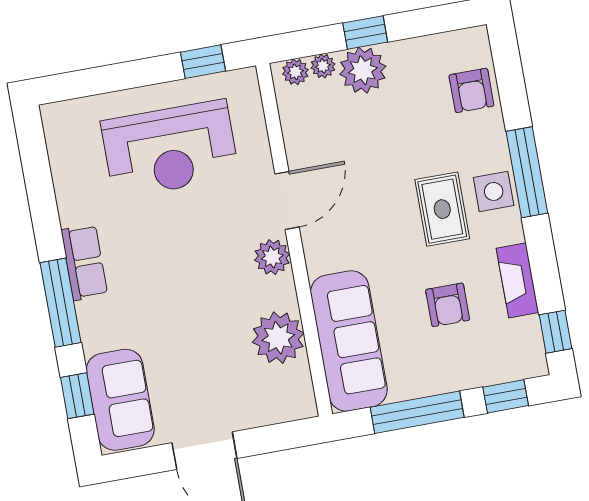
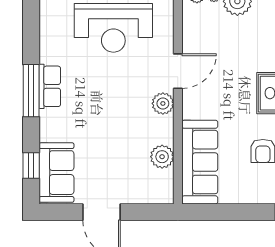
window: (61, 303) -> (31, 91), moved
plant: (278, 338) -> (162, 157), width x0.73, depth x0.73
window: (417, 412) -> (233, 212), removed

